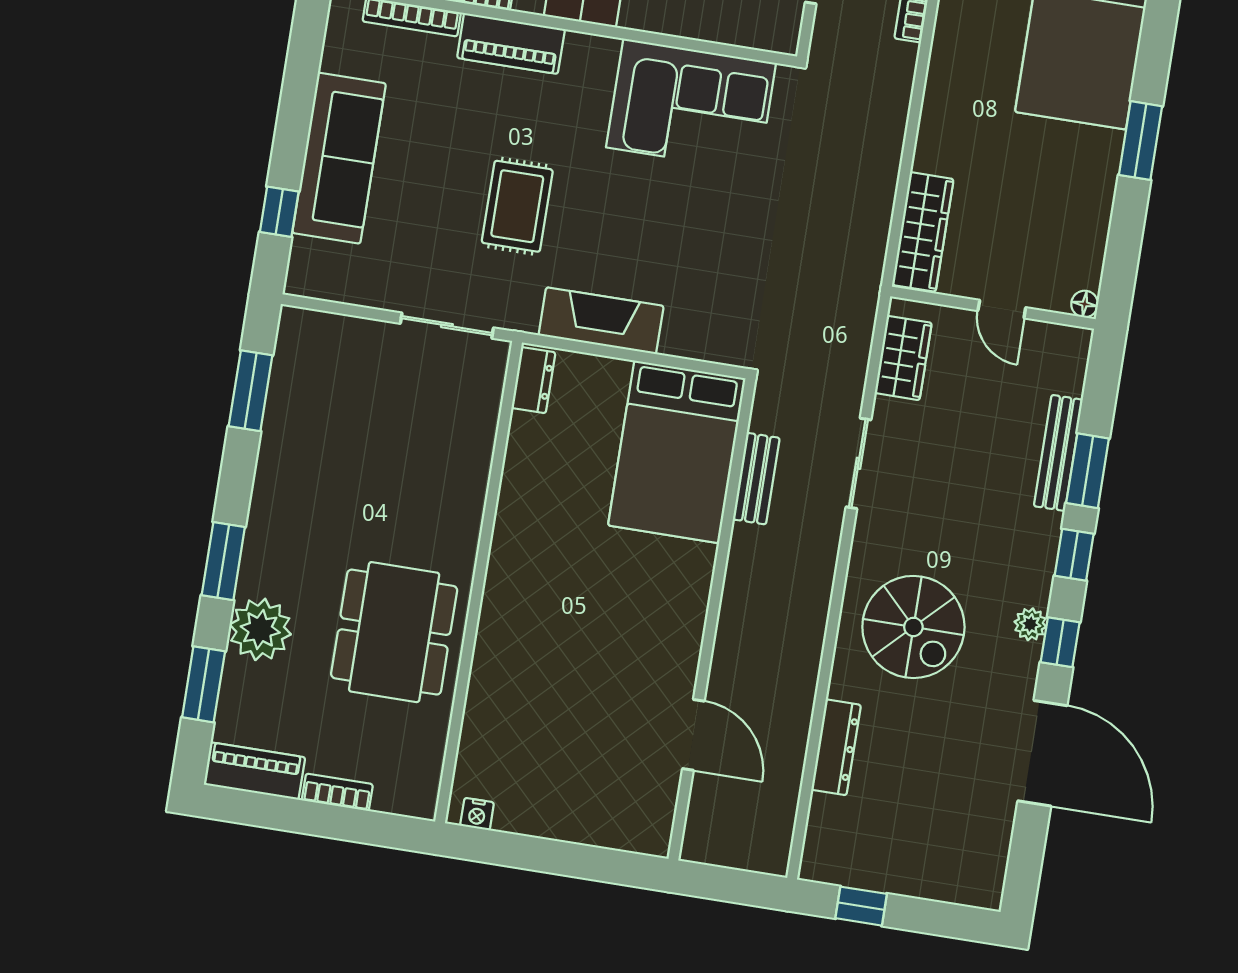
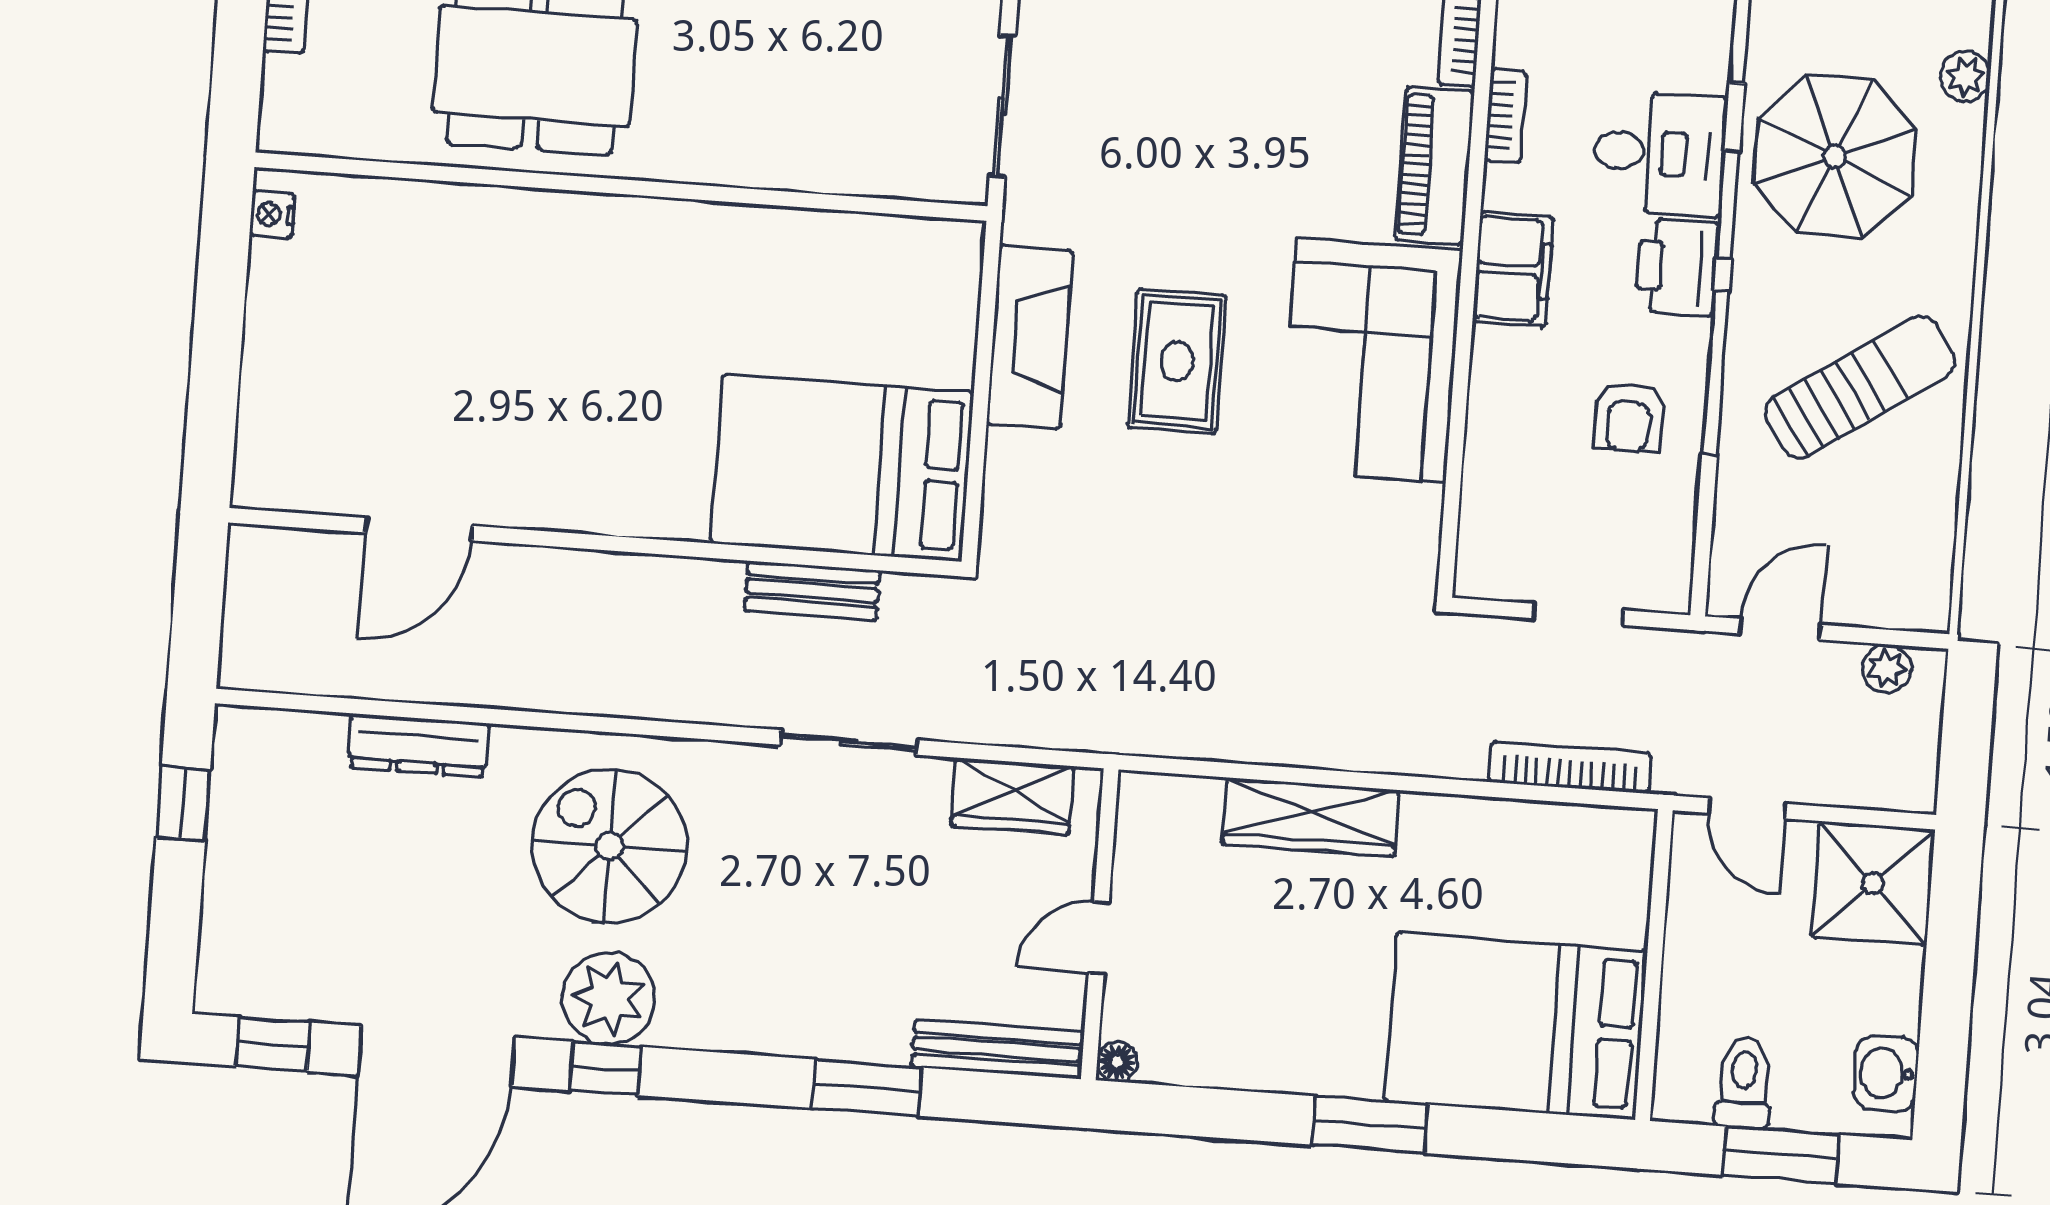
corner sofa: (691, 105) -> (1371, 360), moved
rug: (517, 206) -> (1177, 361), moved, turned 90
wardrobe: (923, 232) -> (1311, 817), moved
dresser: (533, 380) -> (932, 243), removed
bench: (1058, 453) -> (998, 1049), moved
window: (1074, 555) -> (273, 1044), moved
plant: (1030, 624) -> (609, 998), width x1.88, depth x1.88
spiral stairs: (913, 627) -> (610, 846), turned 90

